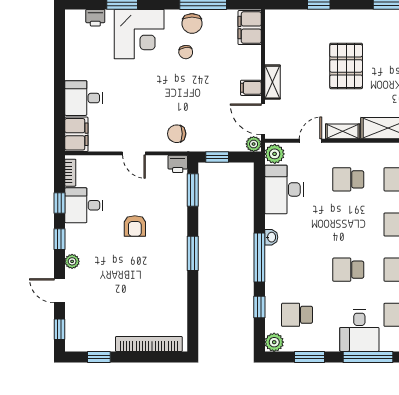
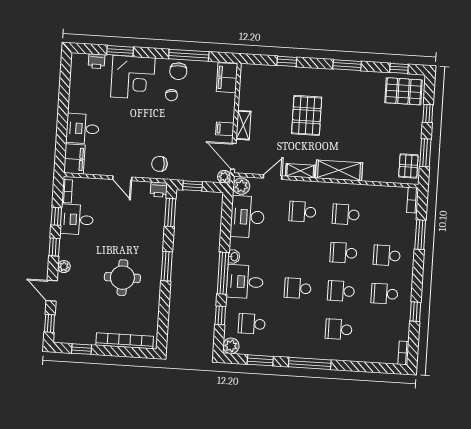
armchair: (135, 226) -> (119, 240), removed
round table: (142, 270) -> (122, 278), added
desk: (359, 331) -> (245, 282), moved, turned 90

